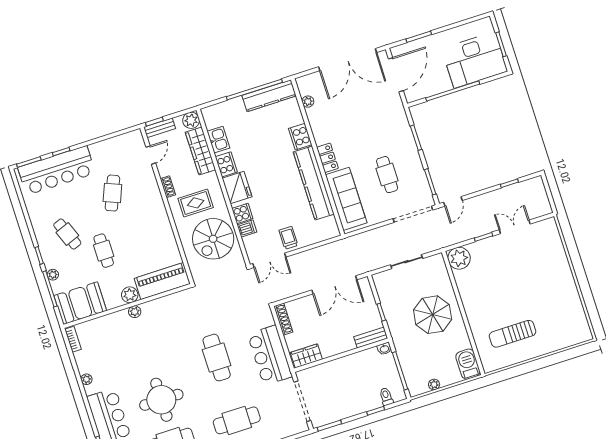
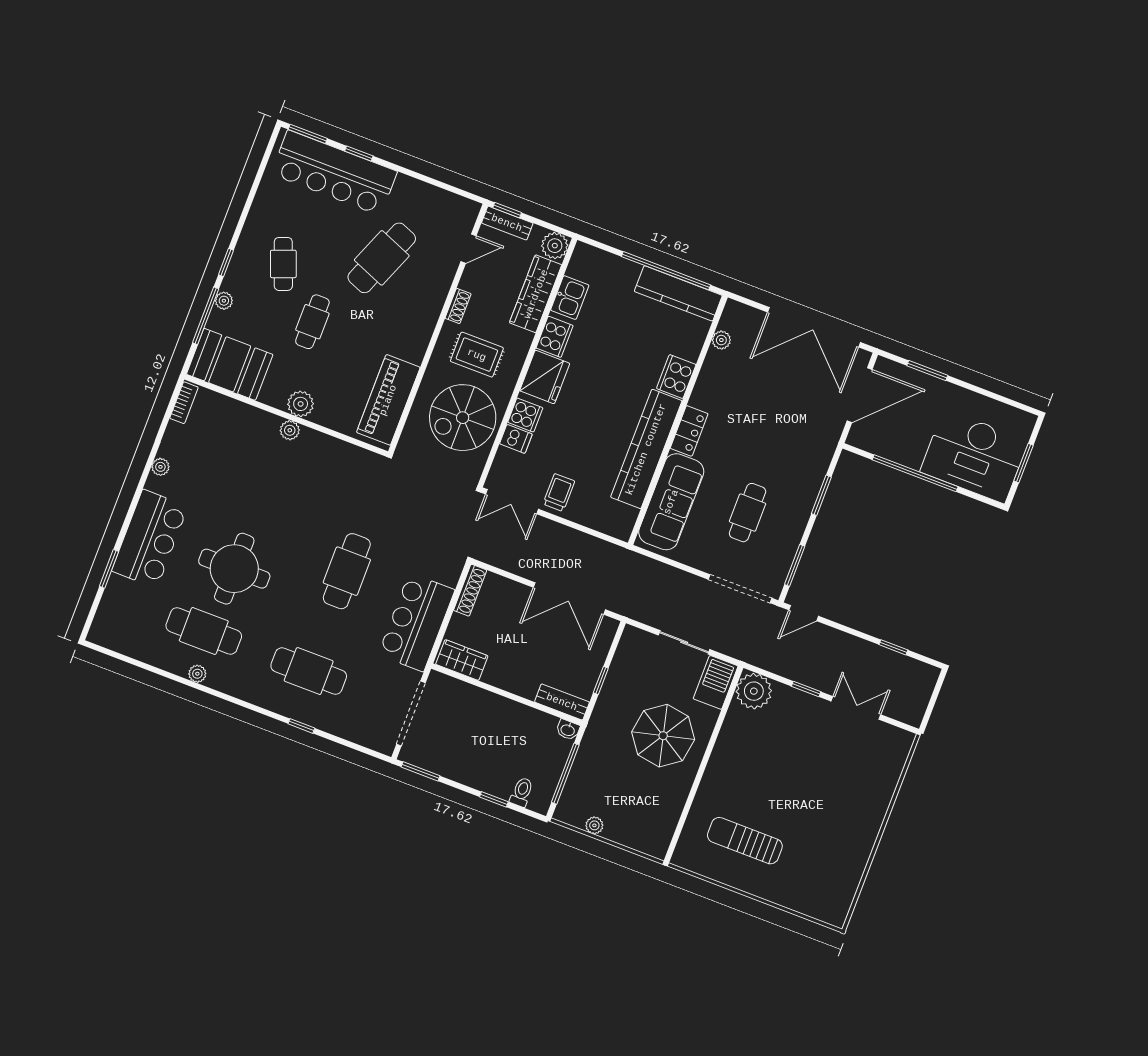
cafe table: (112, 193) -> (382, 258), width x1.37, depth x1.35
piano: (162, 281) -> (388, 400), moved, turned -90
barbecue: (468, 364) -> (716, 682), moved

